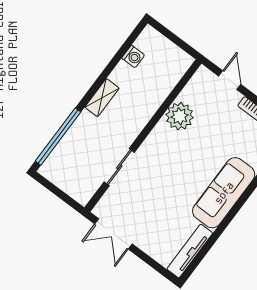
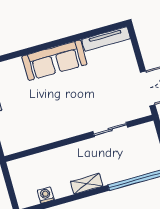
plant: (180, 116) -> (45, 133), removed

